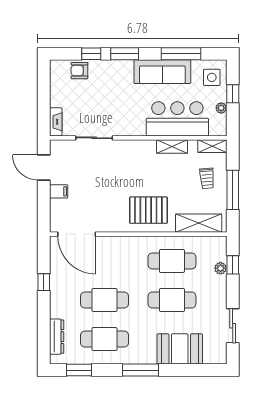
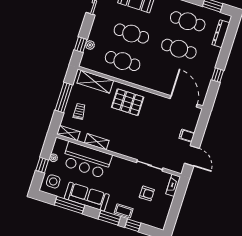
coffee table: (109, 68) -> (124, 211), added
armchair: (79, 71) -> (147, 193), moved

